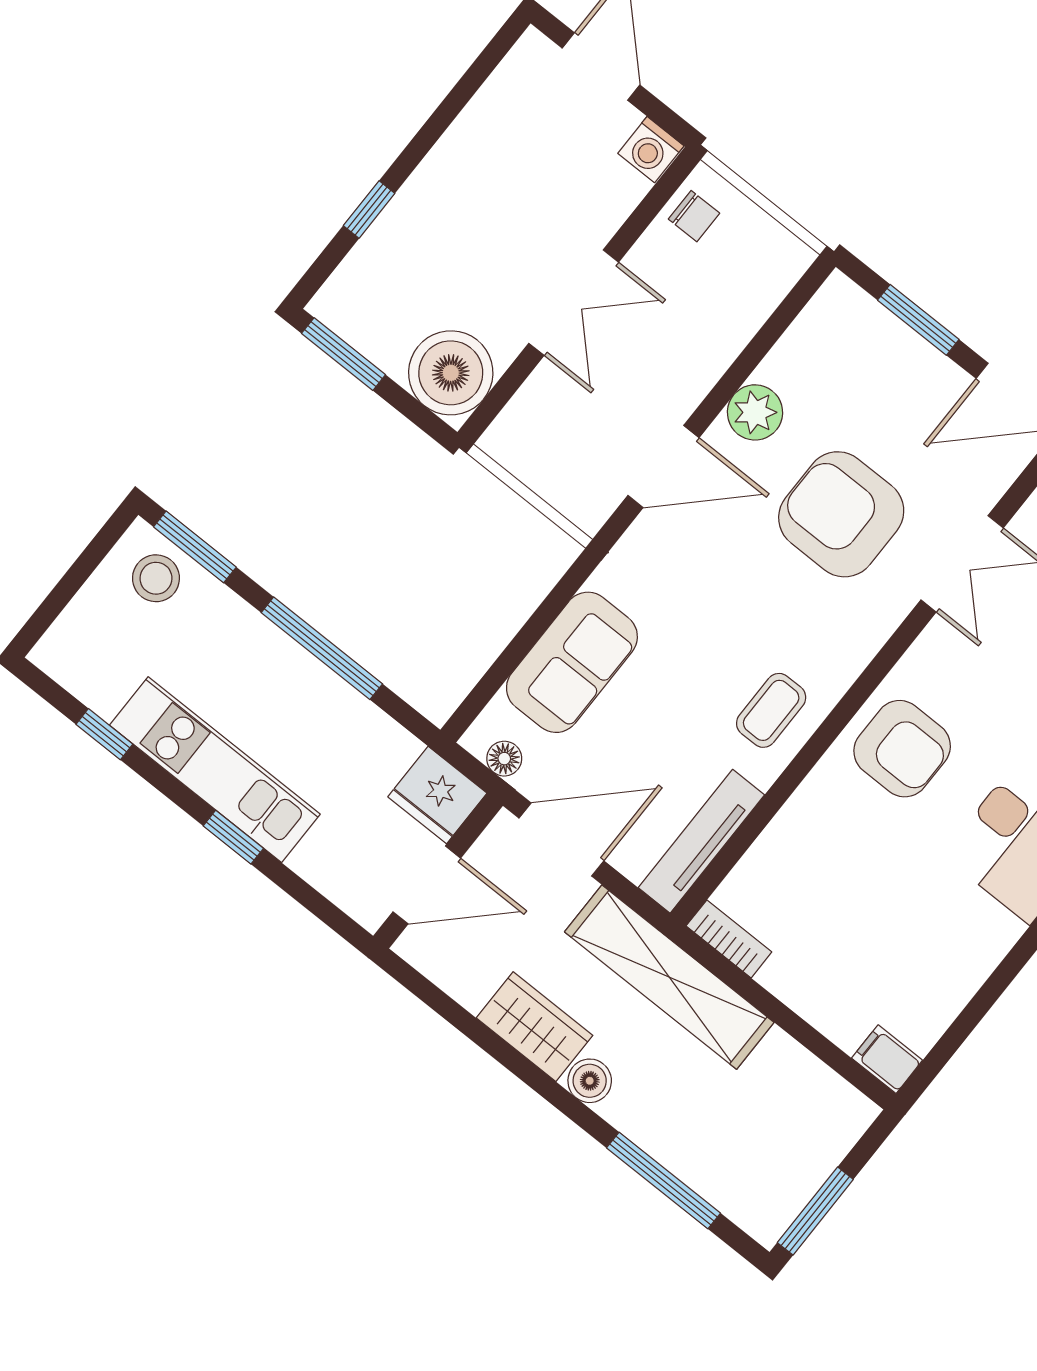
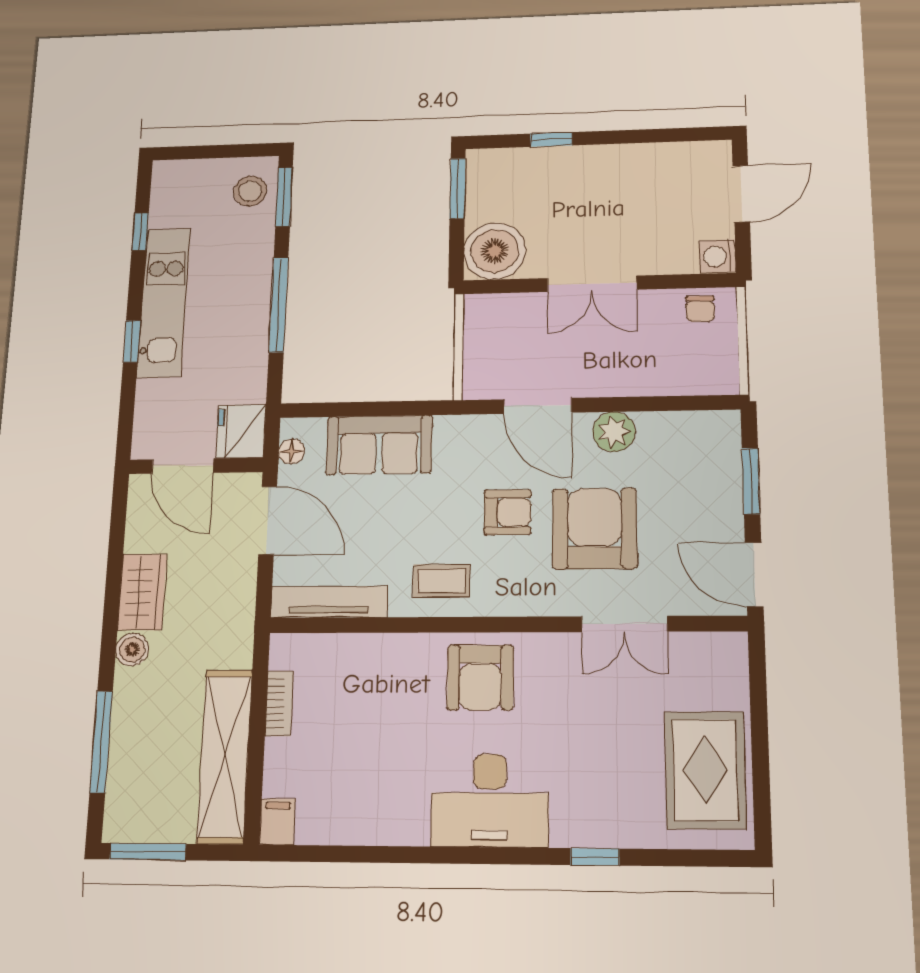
armchair: (753, 588) -> (508, 512), added
bookcase: (729, 939) -> (279, 703), moved
shelving: (669, 977) -> (225, 756), moved

